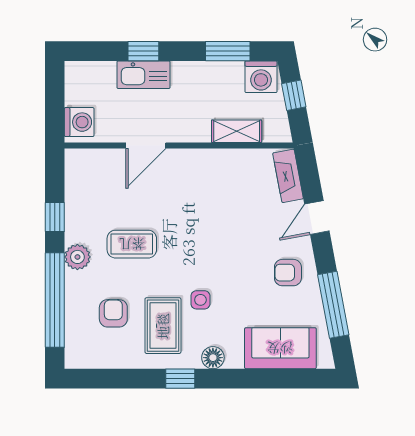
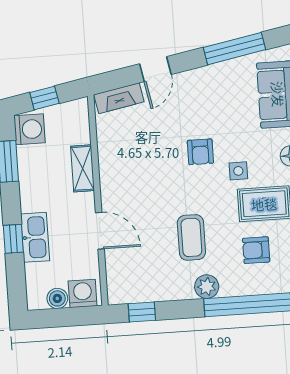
boiler: (76, 94) -> (57, 298), added
shelving: (237, 131) -> (83, 168), moved
window: (55, 217) -> (142, 312), moved
door: (317, 218) -> (155, 69), hinge flipped
armchair: (288, 273) -> (200, 152), moved

